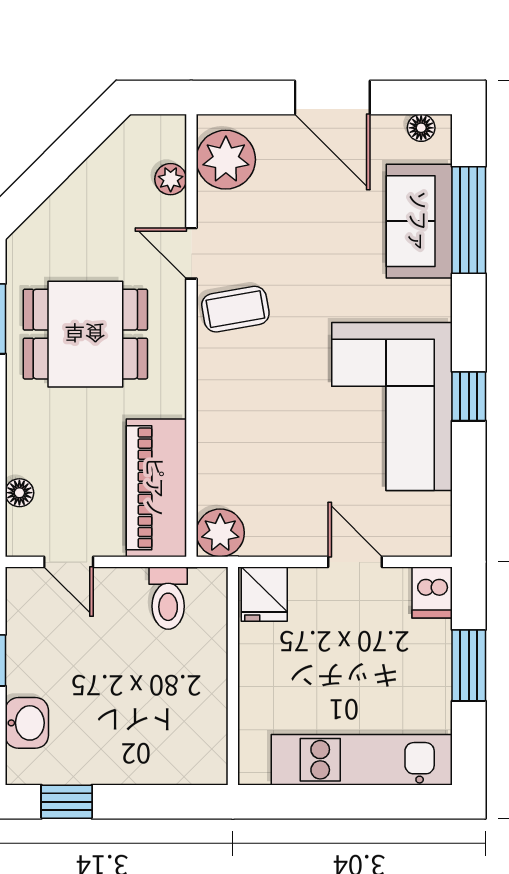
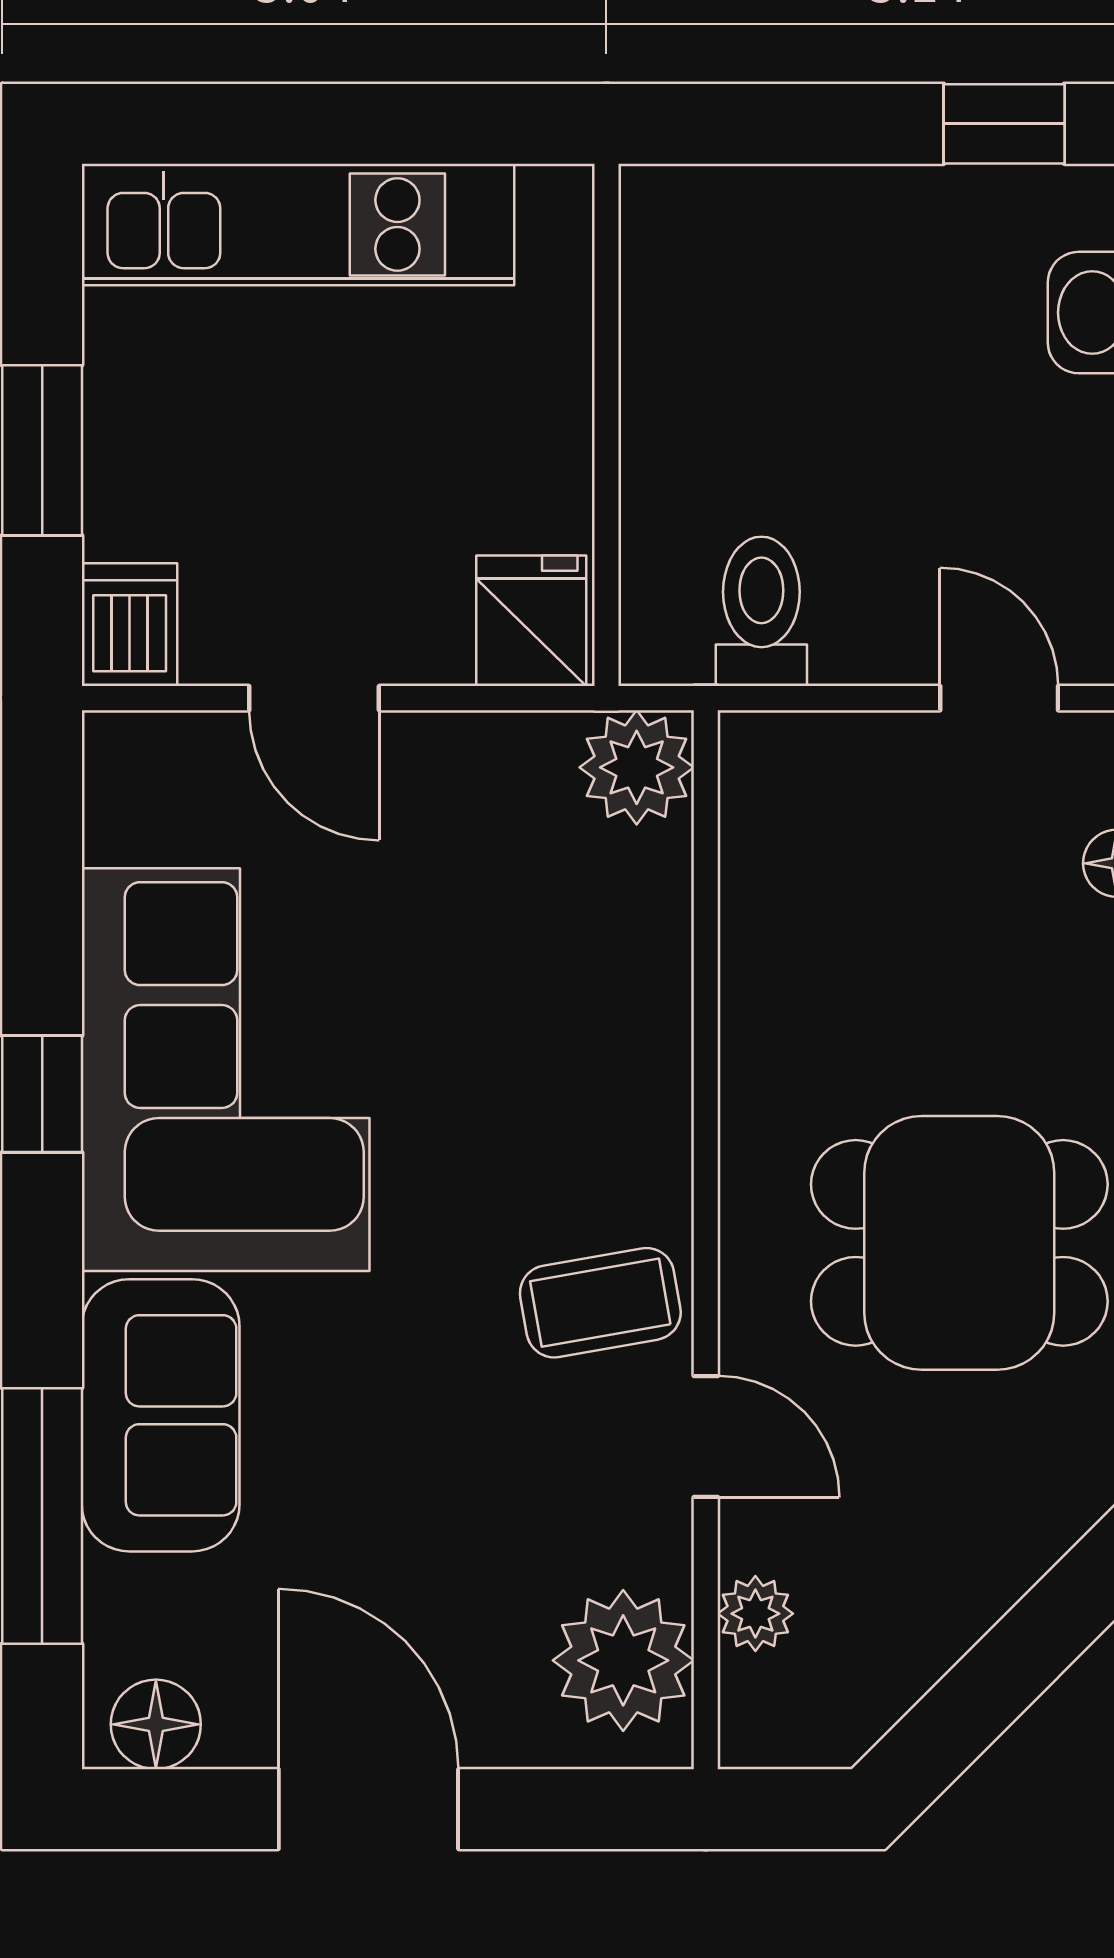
floor lamp: (421, 128) -> (156, 1724), width x1.37, depth x1.37
sofa: (419, 221) -> (161, 1415), moved
piano: (156, 488) -> (789, 875), removed

